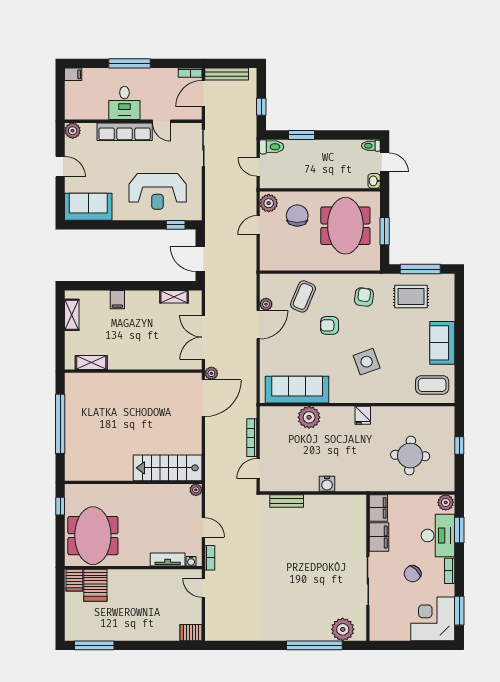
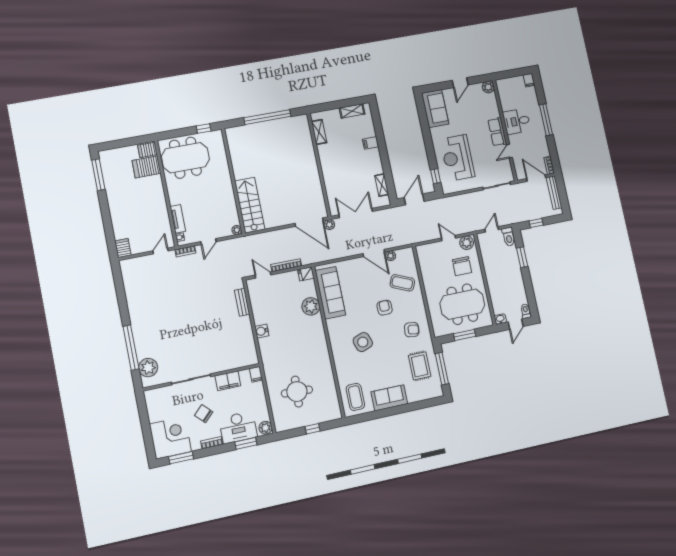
row of seats: (125, 132) -> (497, 132), width x0.68
chair: (297, 216) -> (462, 266), turned 90
fridge: (363, 415) -> (306, 274), moved
filing cabinet: (378, 508) -> (256, 374), width x0.50

